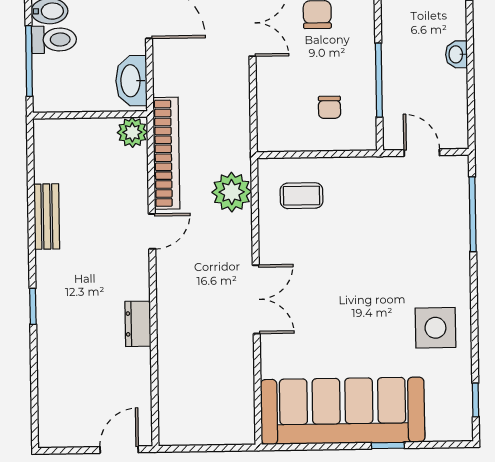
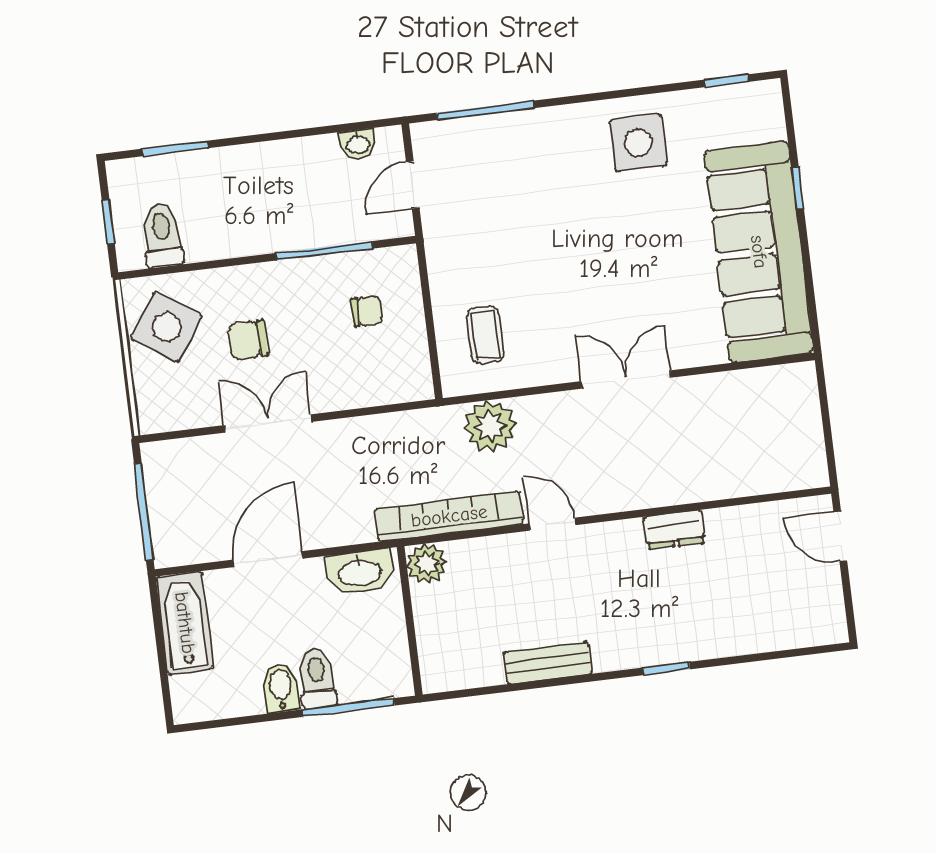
washbasin: (456, 54) -> (358, 144), moved

